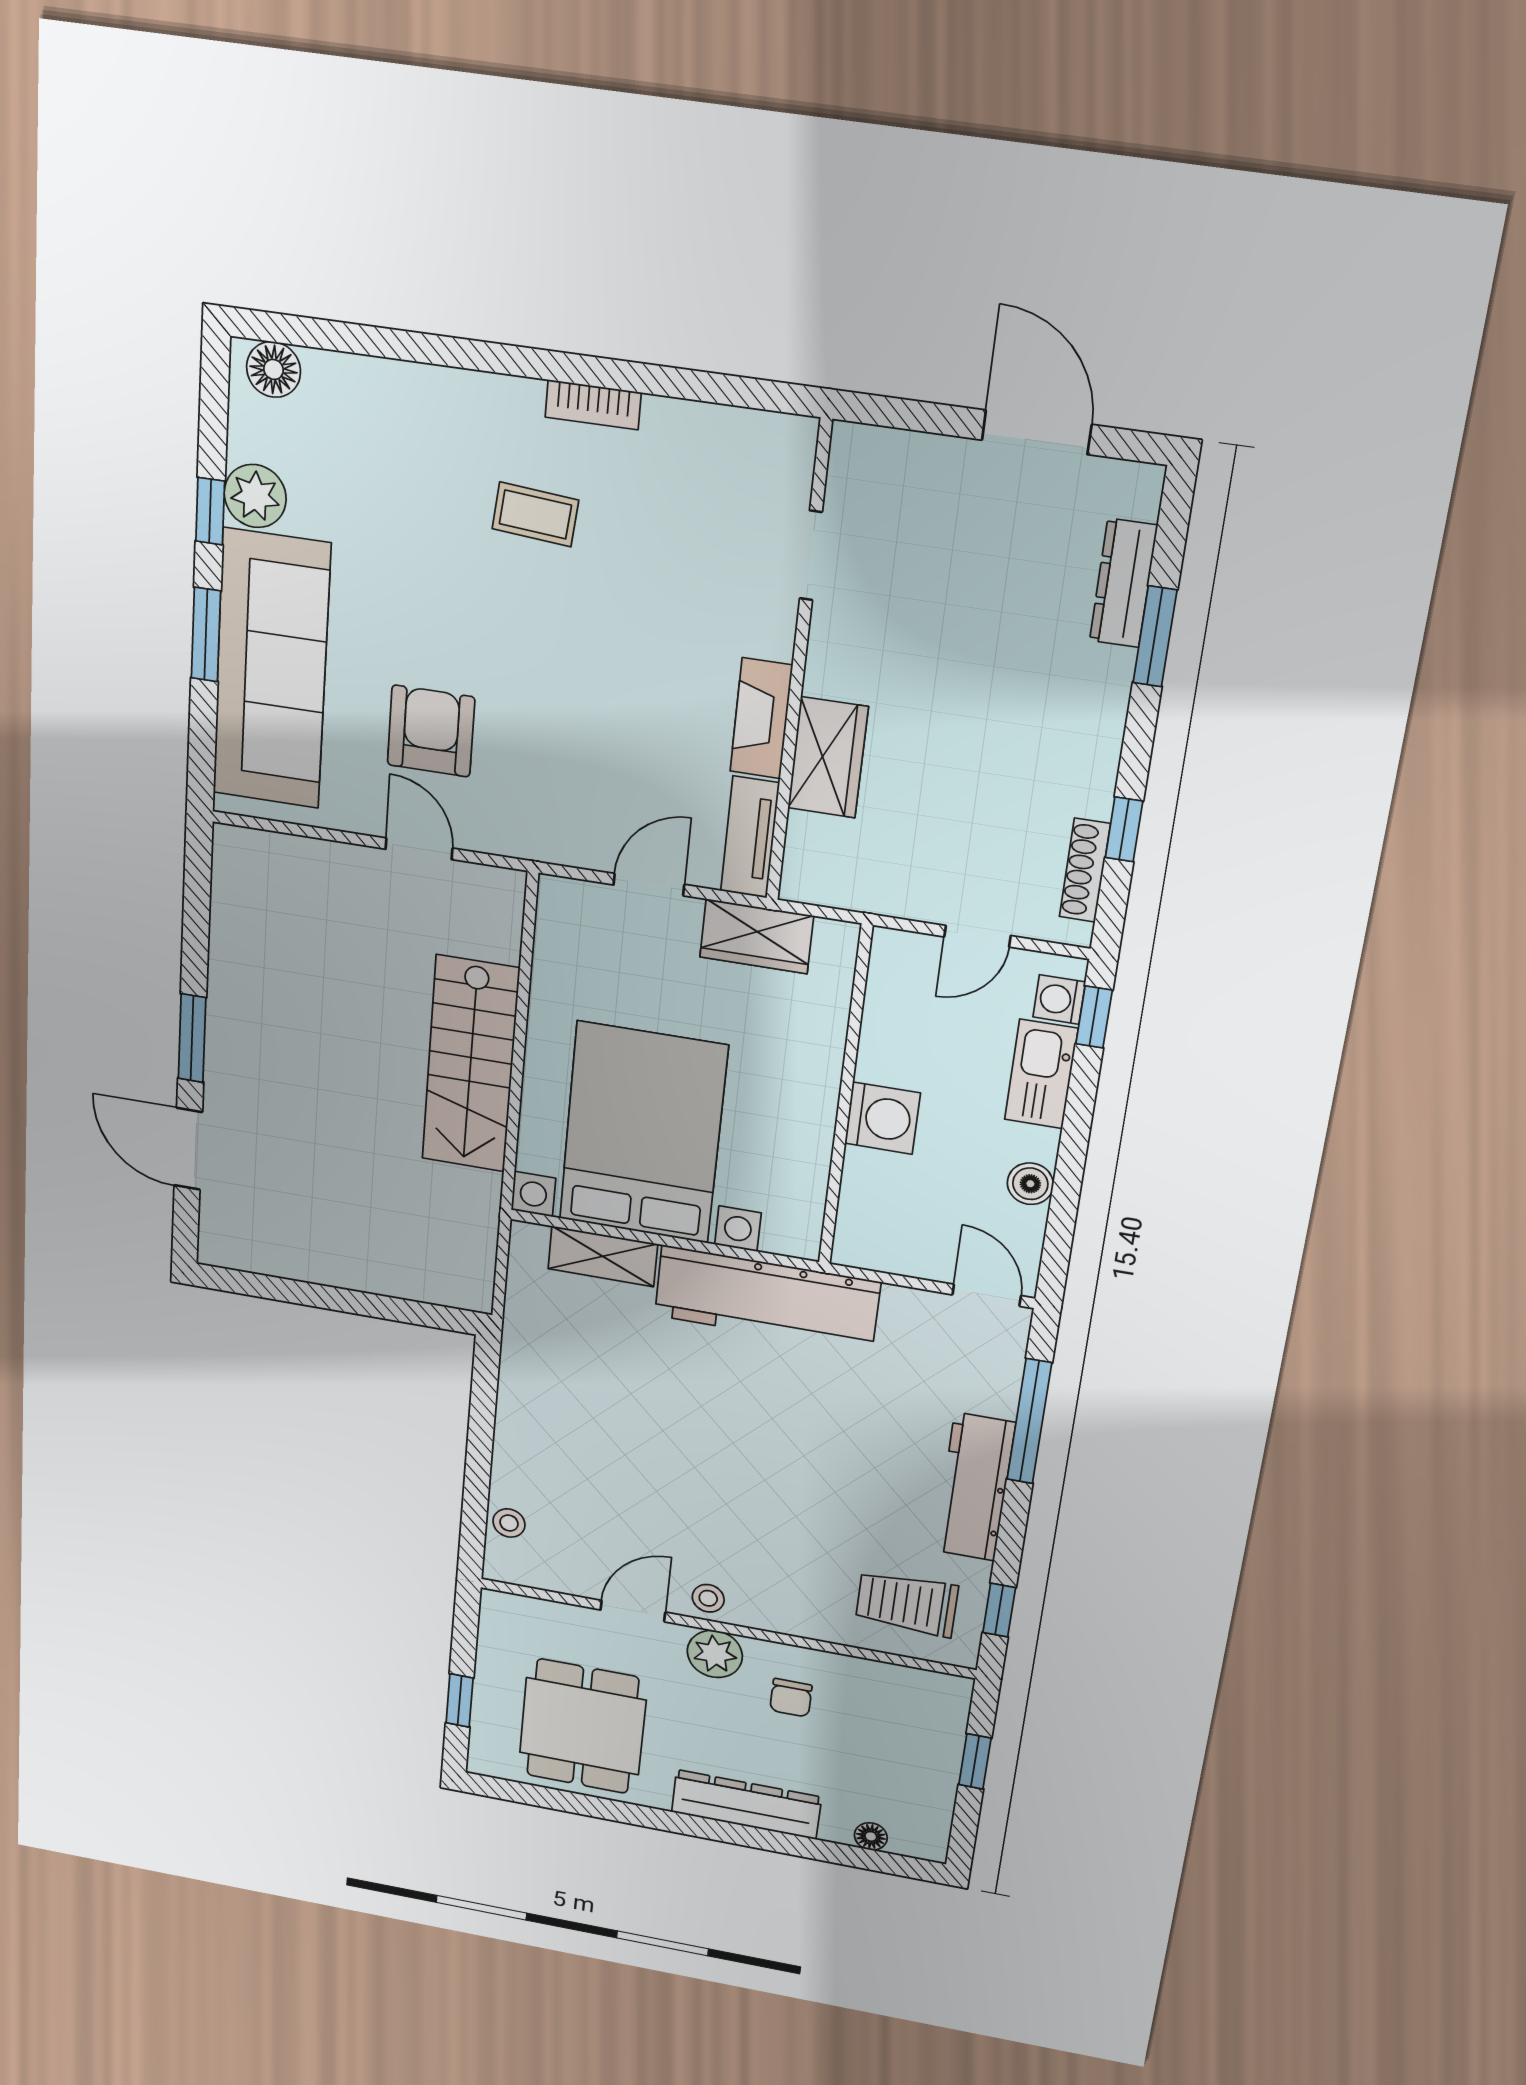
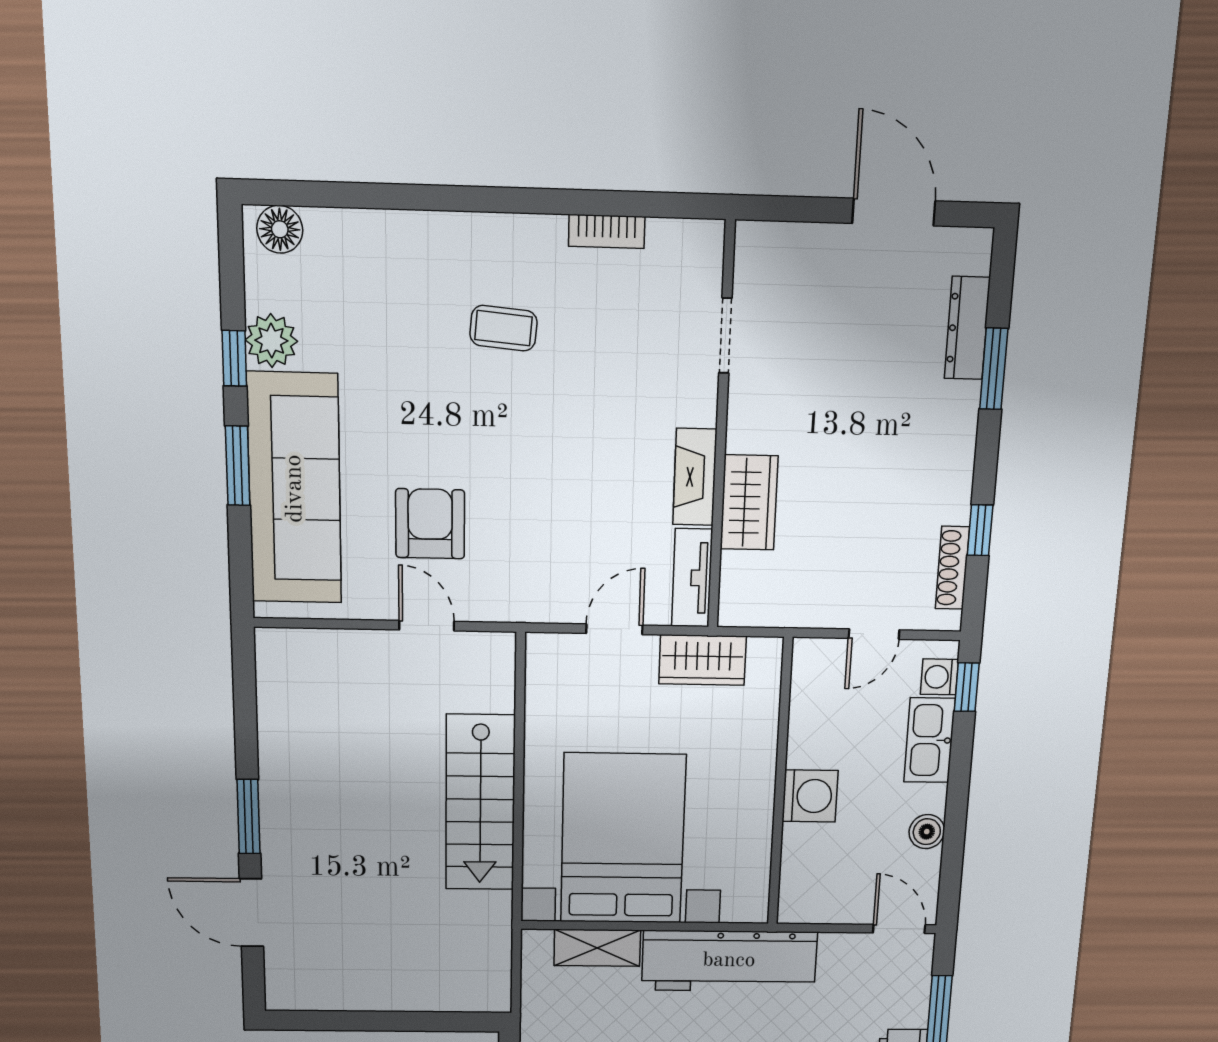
bookcase: (593, 405) -> (607, 231), moved

